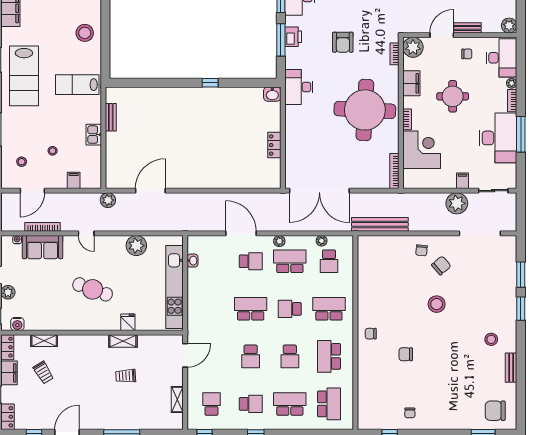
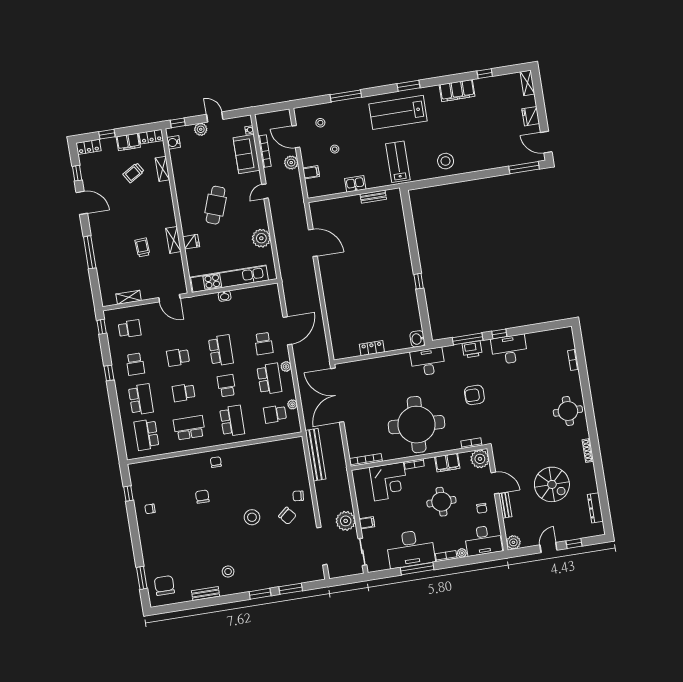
plant: (108, 200) -> (291, 163), moved
washbasin: (193, 261) -> (225, 296), moved
school desk: (329, 404) -> (146, 435), turned 90

